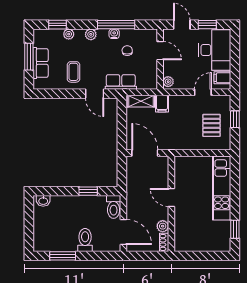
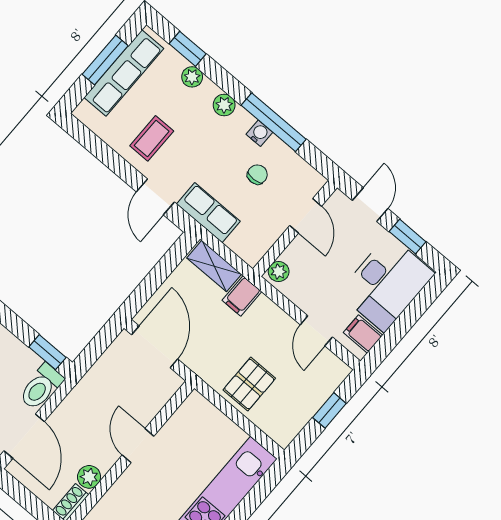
row of seats: (41, 63) -> (124, 73), width x1.48
door: (203, 92) -> (316, 331), swing flipped
pallet: (212, 125) -> (249, 384), moved
window: (88, 191) -> (47, 352), moved

